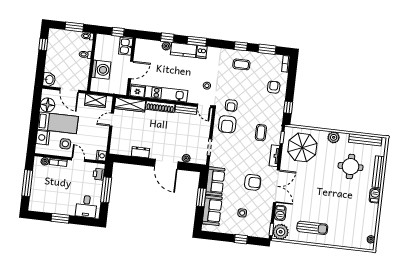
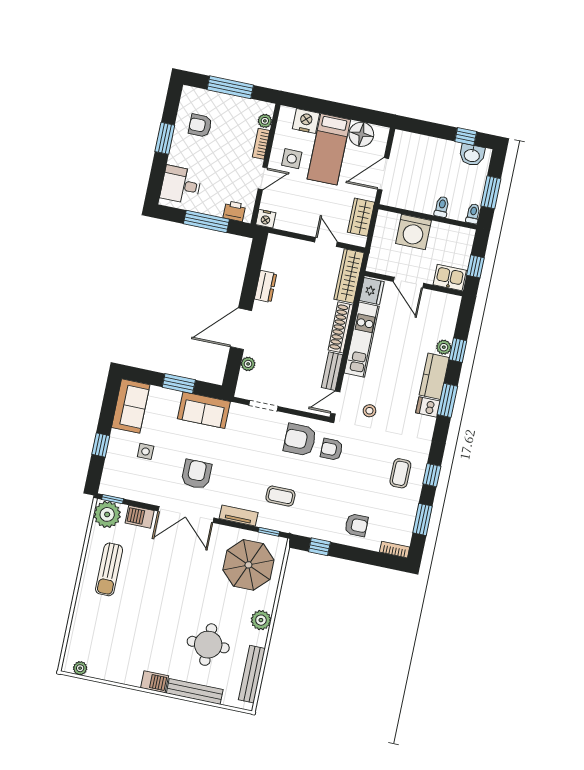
washbasin: (49, 80) -> (472, 155), moved
armchair: (253, 182) -> (196, 474), turned 180
armchair: (51, 199) -> (200, 125), added
sofa: (212, 210) -> (131, 406), moved, turned -90

